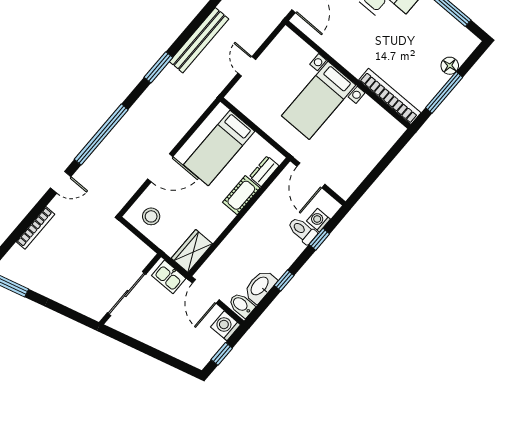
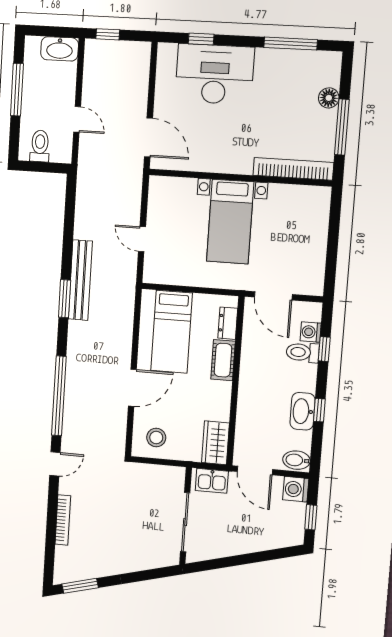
bench: (199, 40) -> (80, 280), moved
washbasin: (260, 286) -> (303, 411), moved

